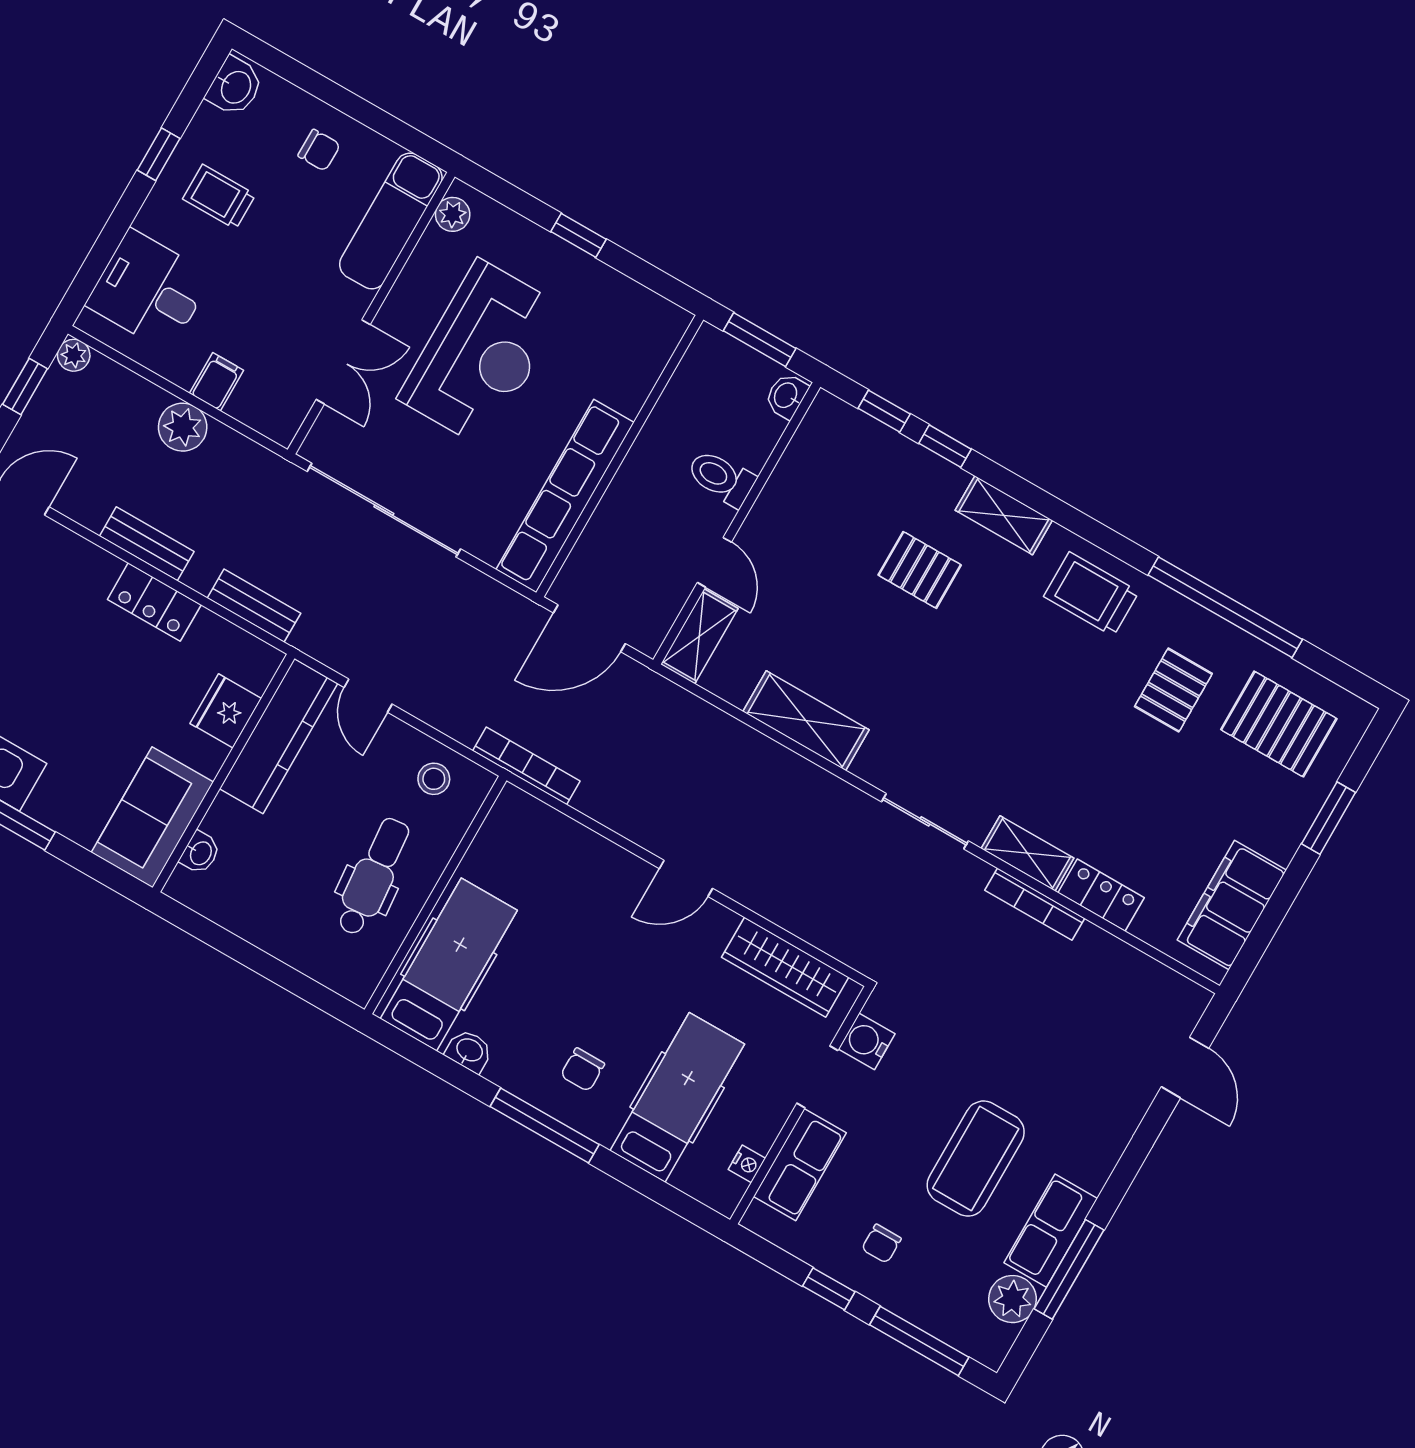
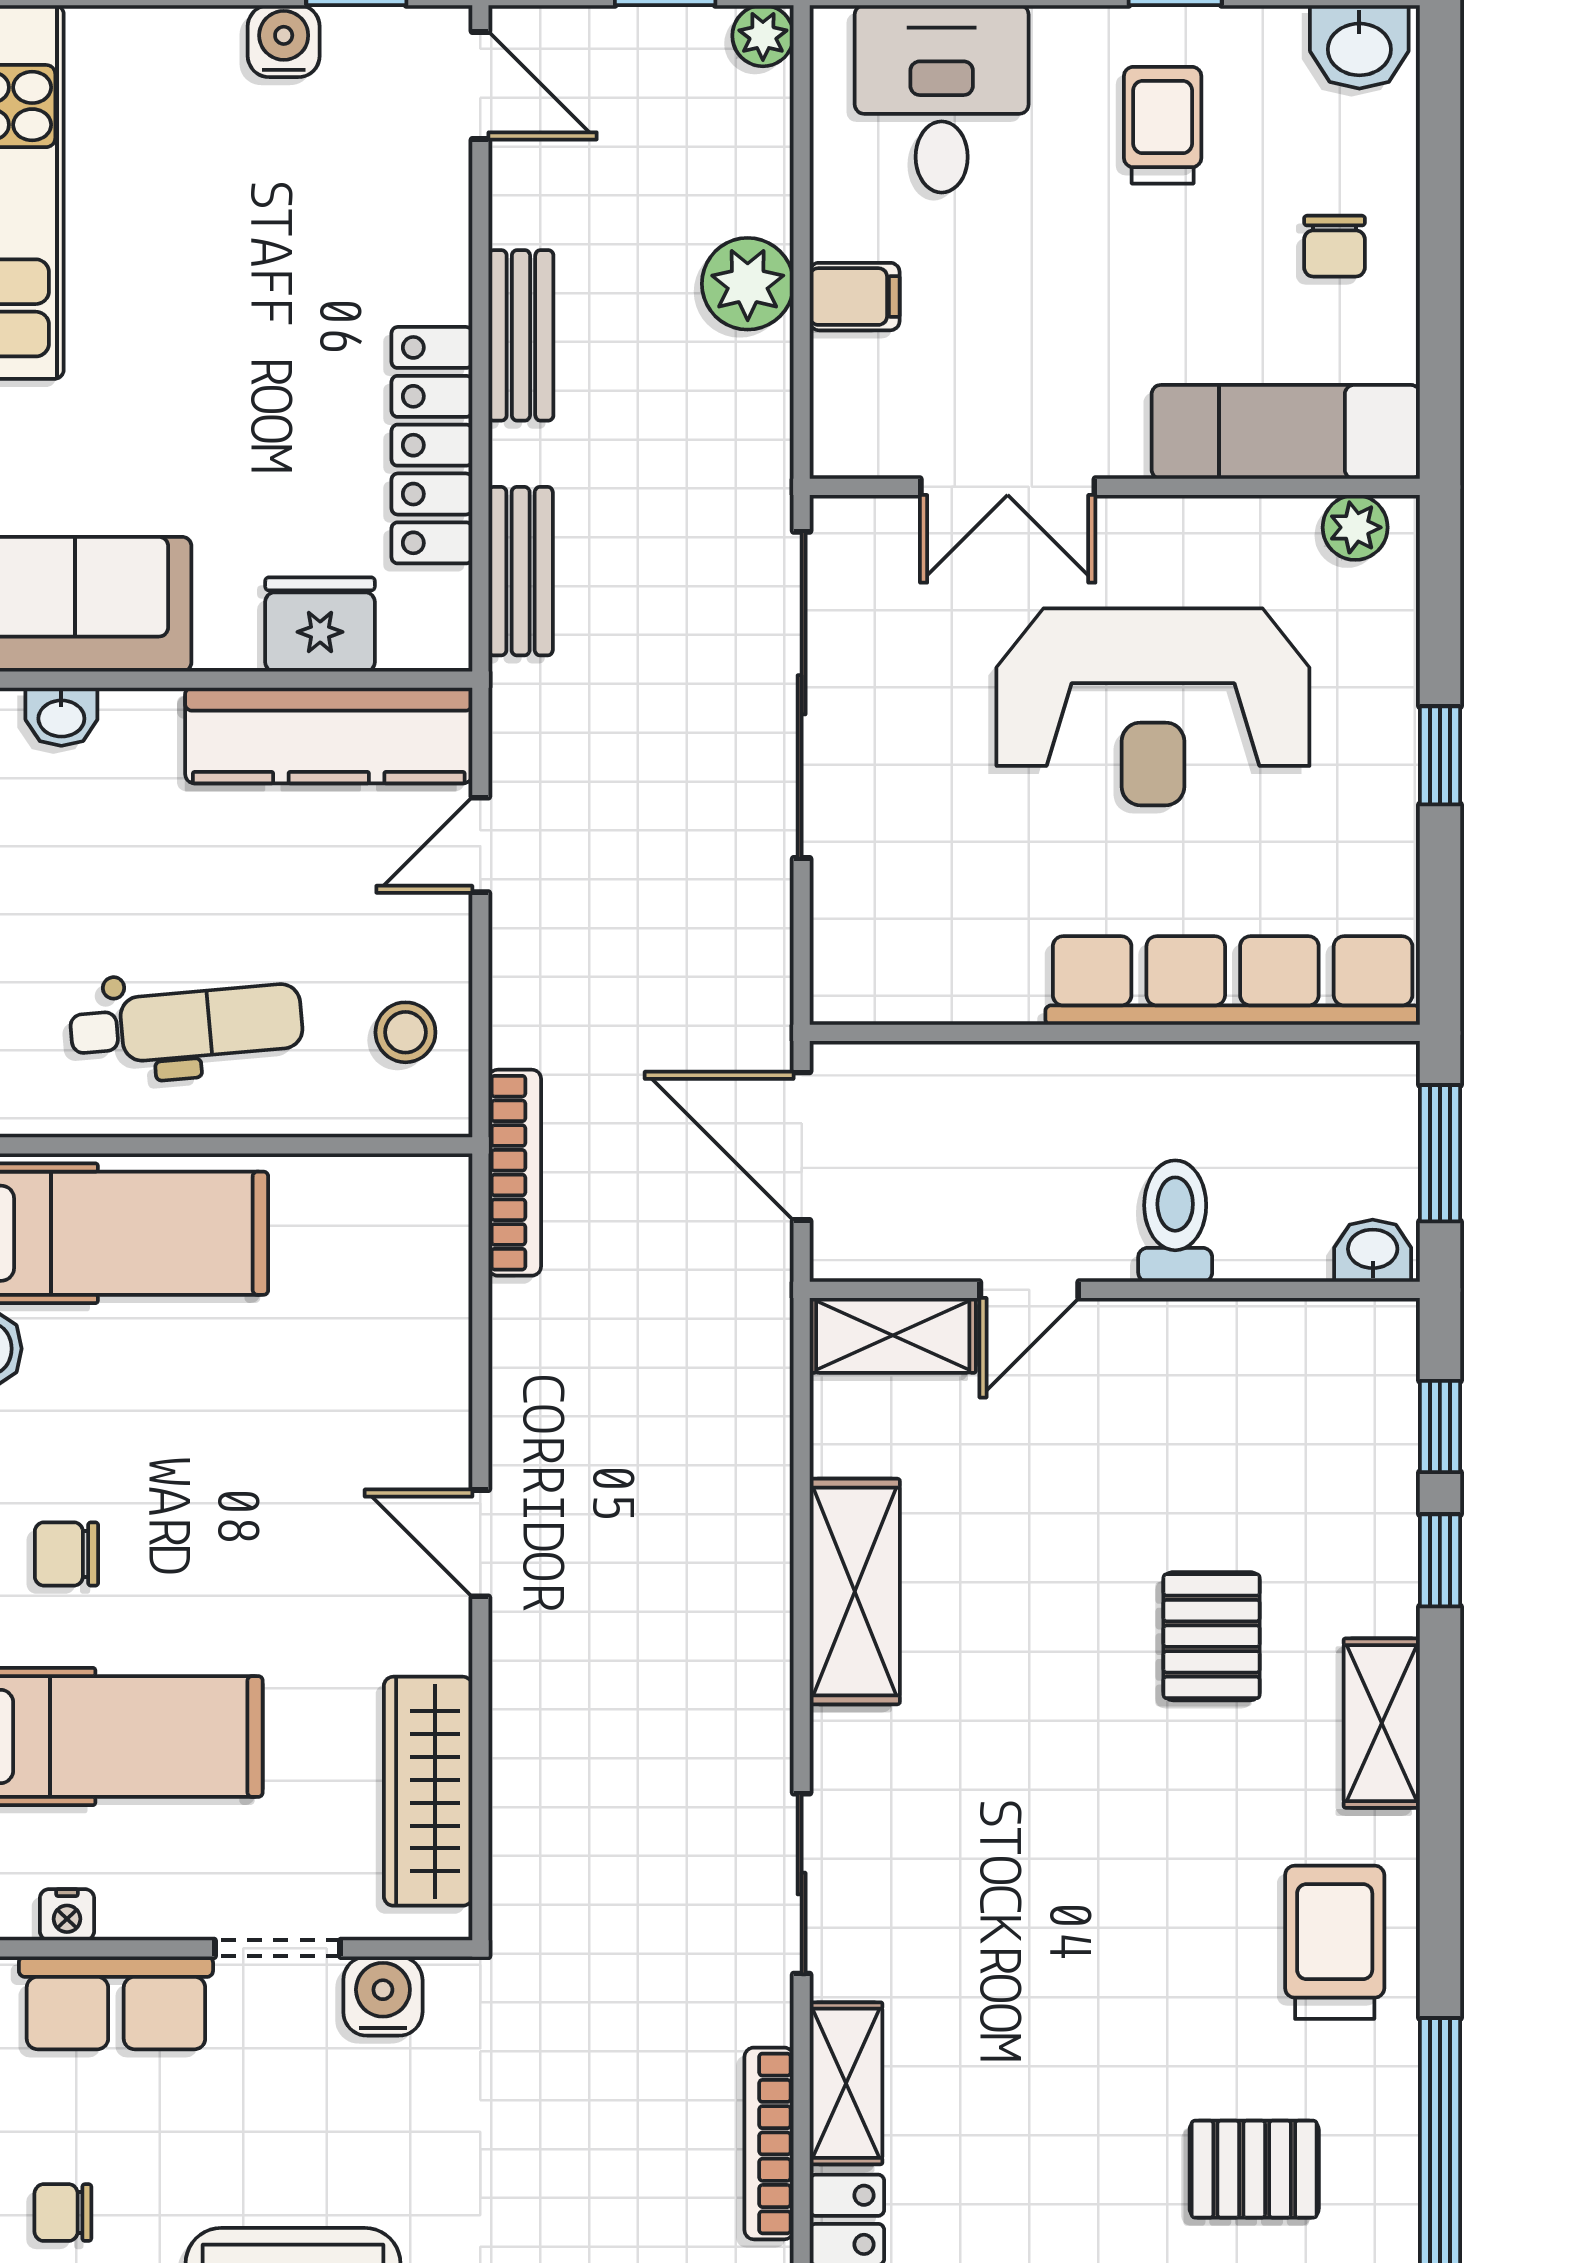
row of seats: (565, 496) -> (1233, 981), moved
locker: (154, 602) -> (432, 445), width x1.53

